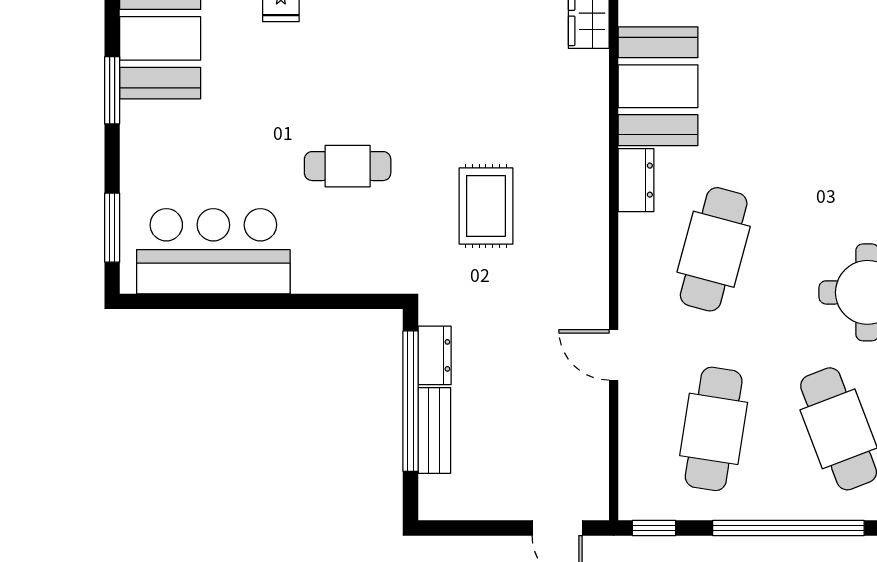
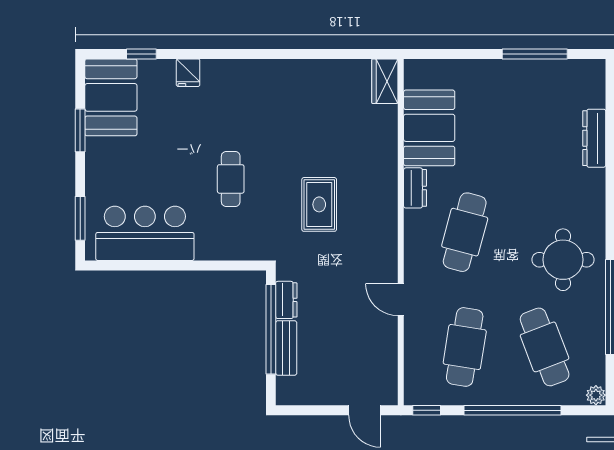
cafe table: (348, 166) -> (231, 179), turned 90

